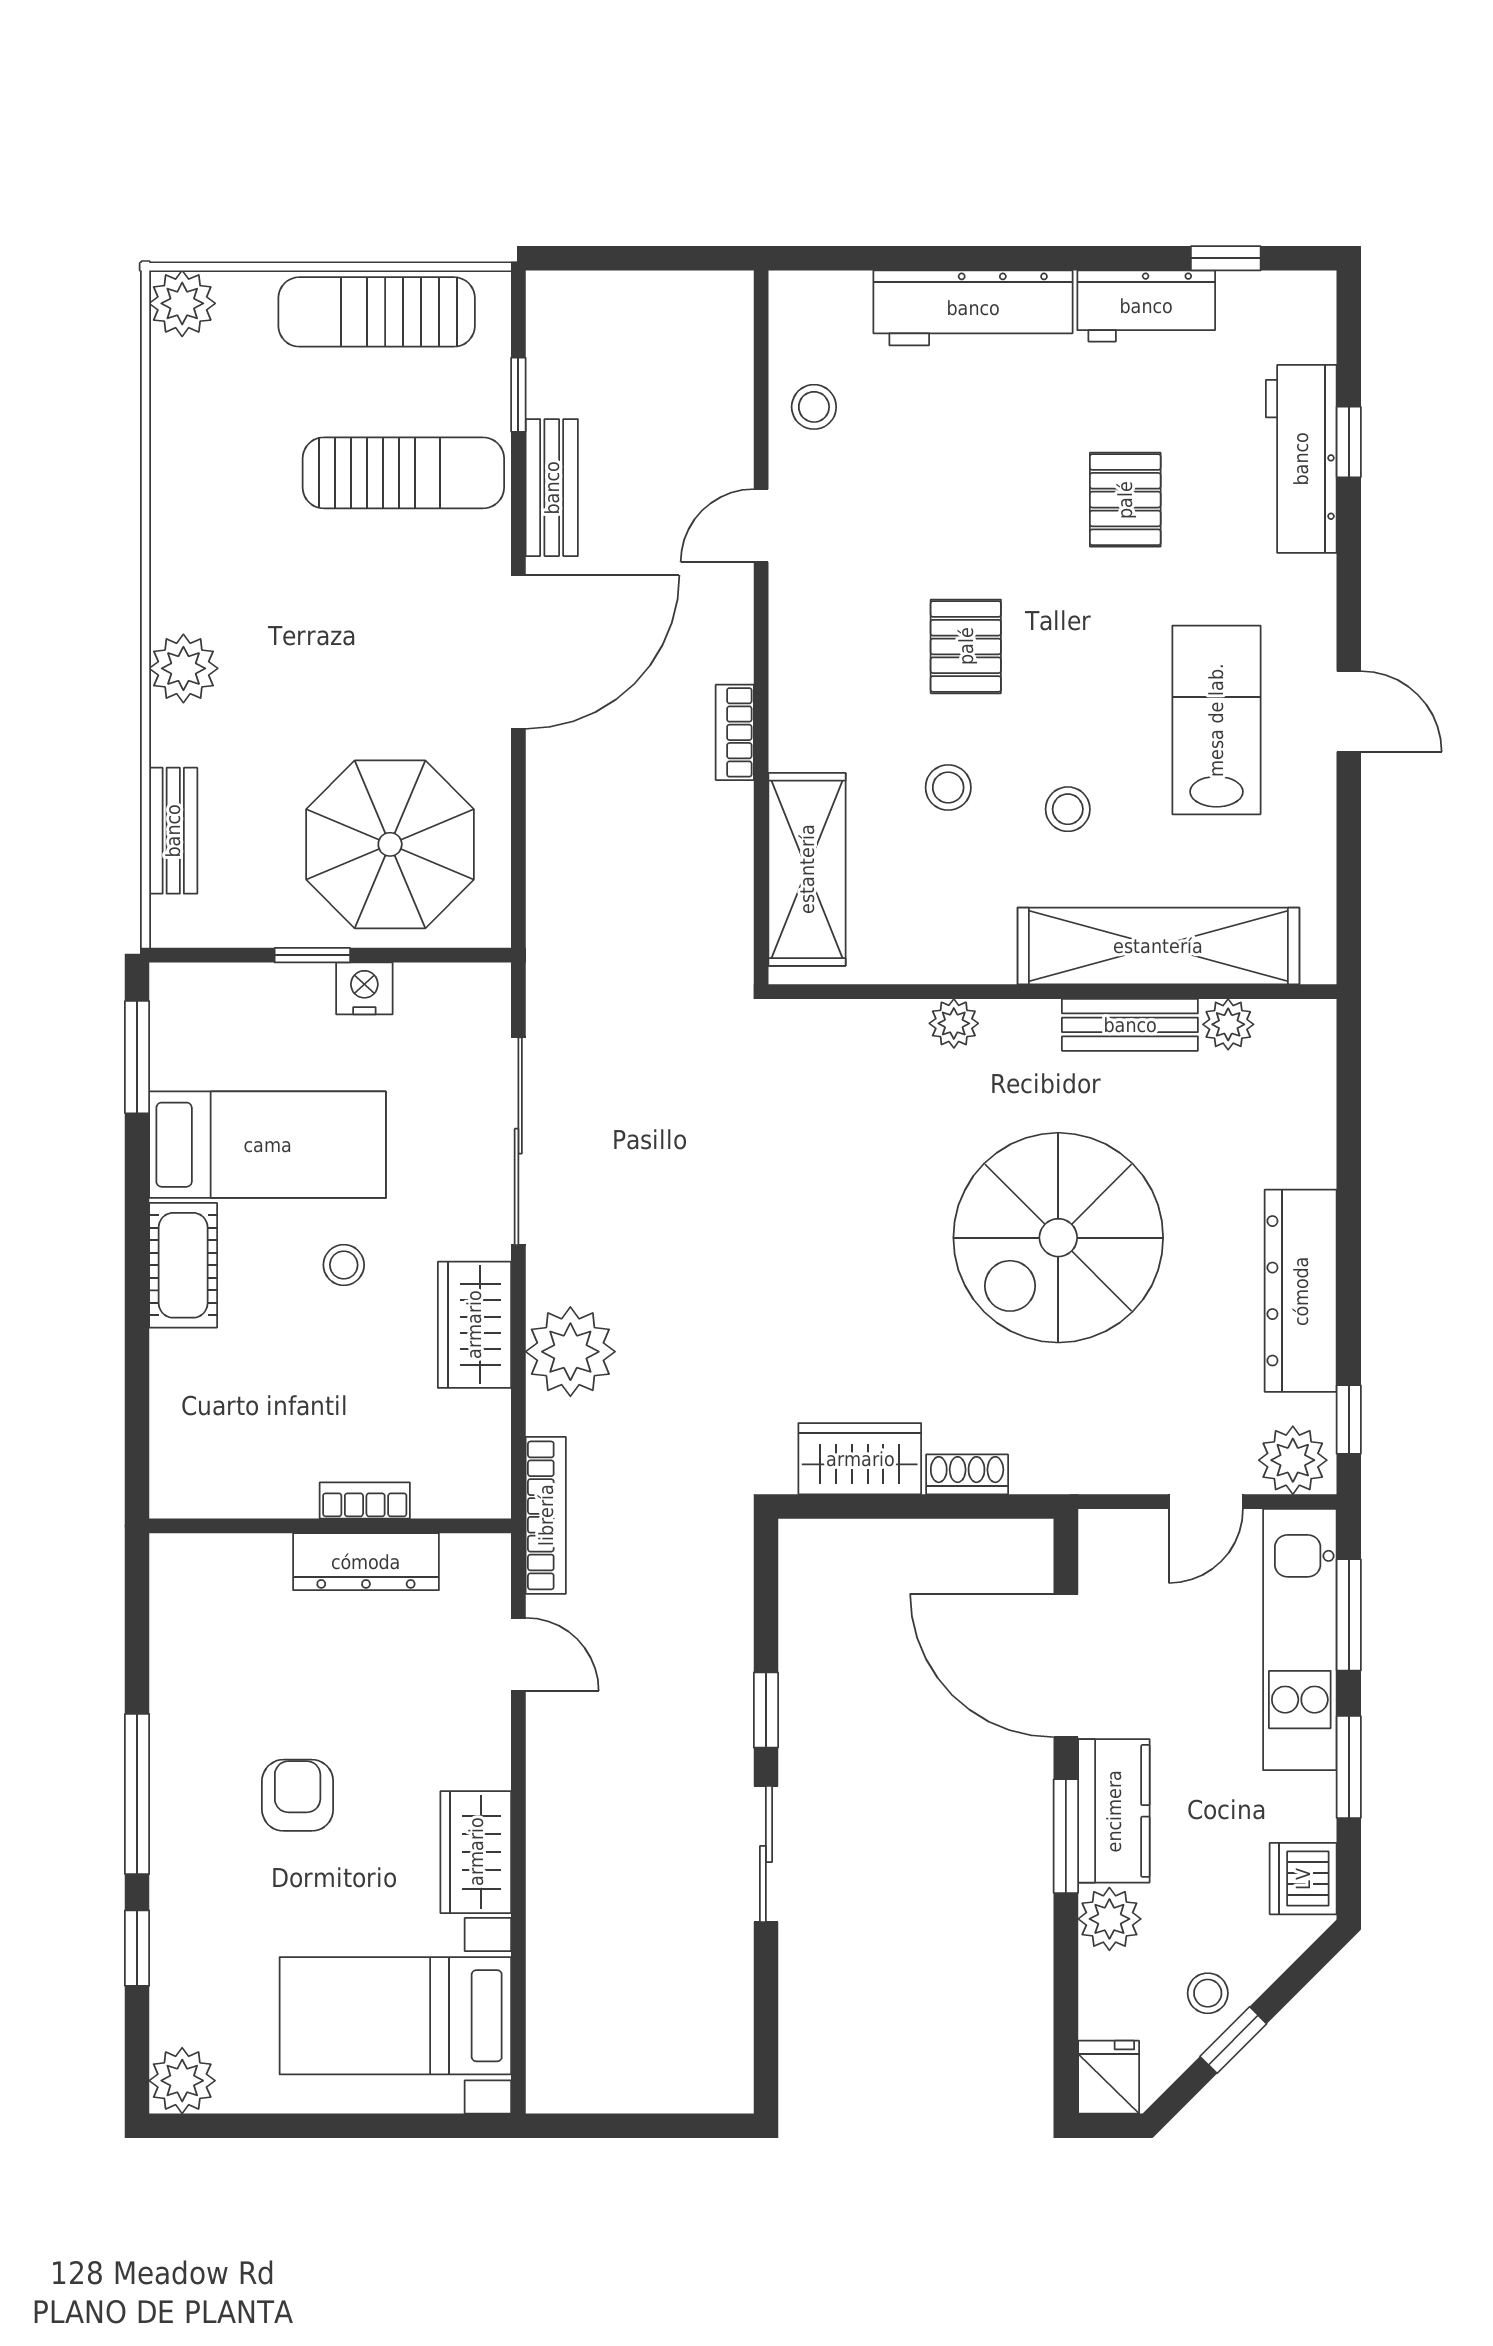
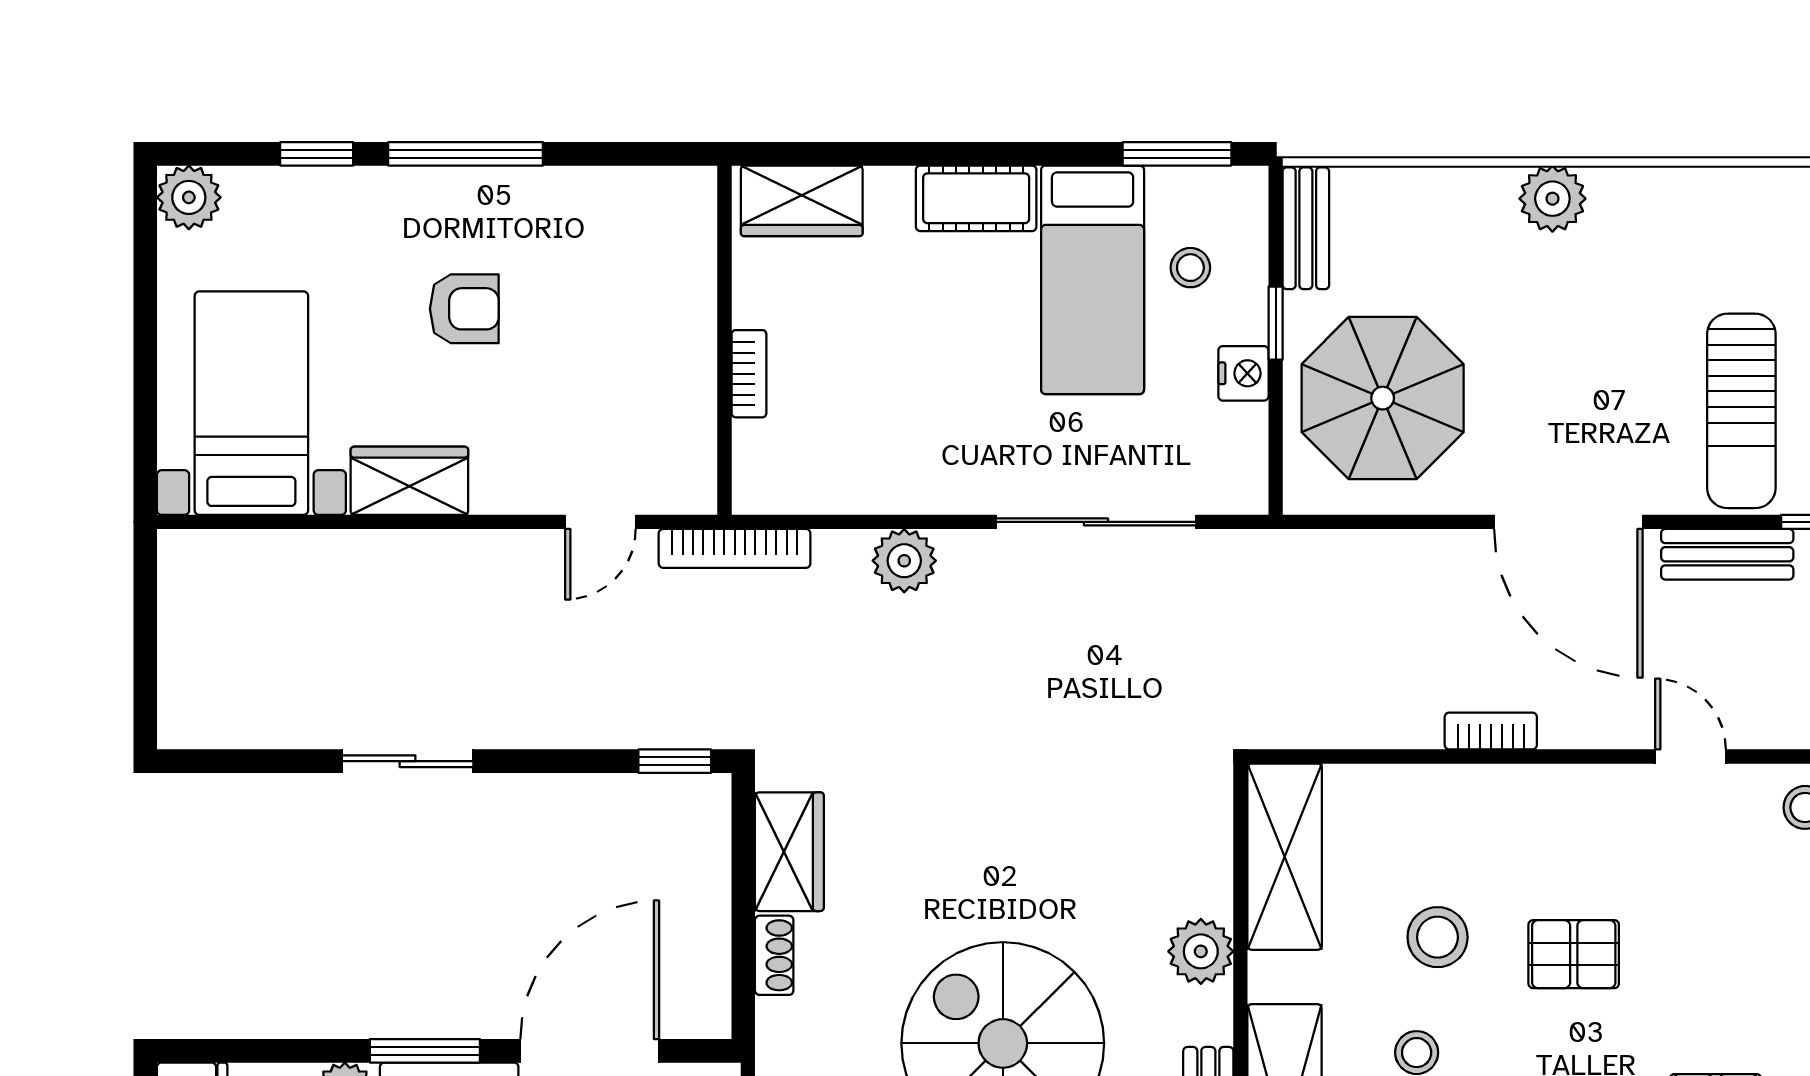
stool: (948, 787) -> (1438, 937), width x1.37, depth x1.37
bench: (173, 831) -> (1306, 228), moved, turned 90
shelving: (807, 869) -> (1285, 857), moved, turned 90
plant: (954, 1023) -> (1201, 951), width x1.38, depth x1.38
stool: (344, 1265) -> (1190, 268), moved
wardrobe: (474, 1325) -> (802, 201), moved, turned 180
plant: (570, 1352) -> (904, 561), width x0.73, depth x0.73
dresser: (366, 1562) -> (690, 375), removed
window: (766, 1710) -> (675, 761), moved

